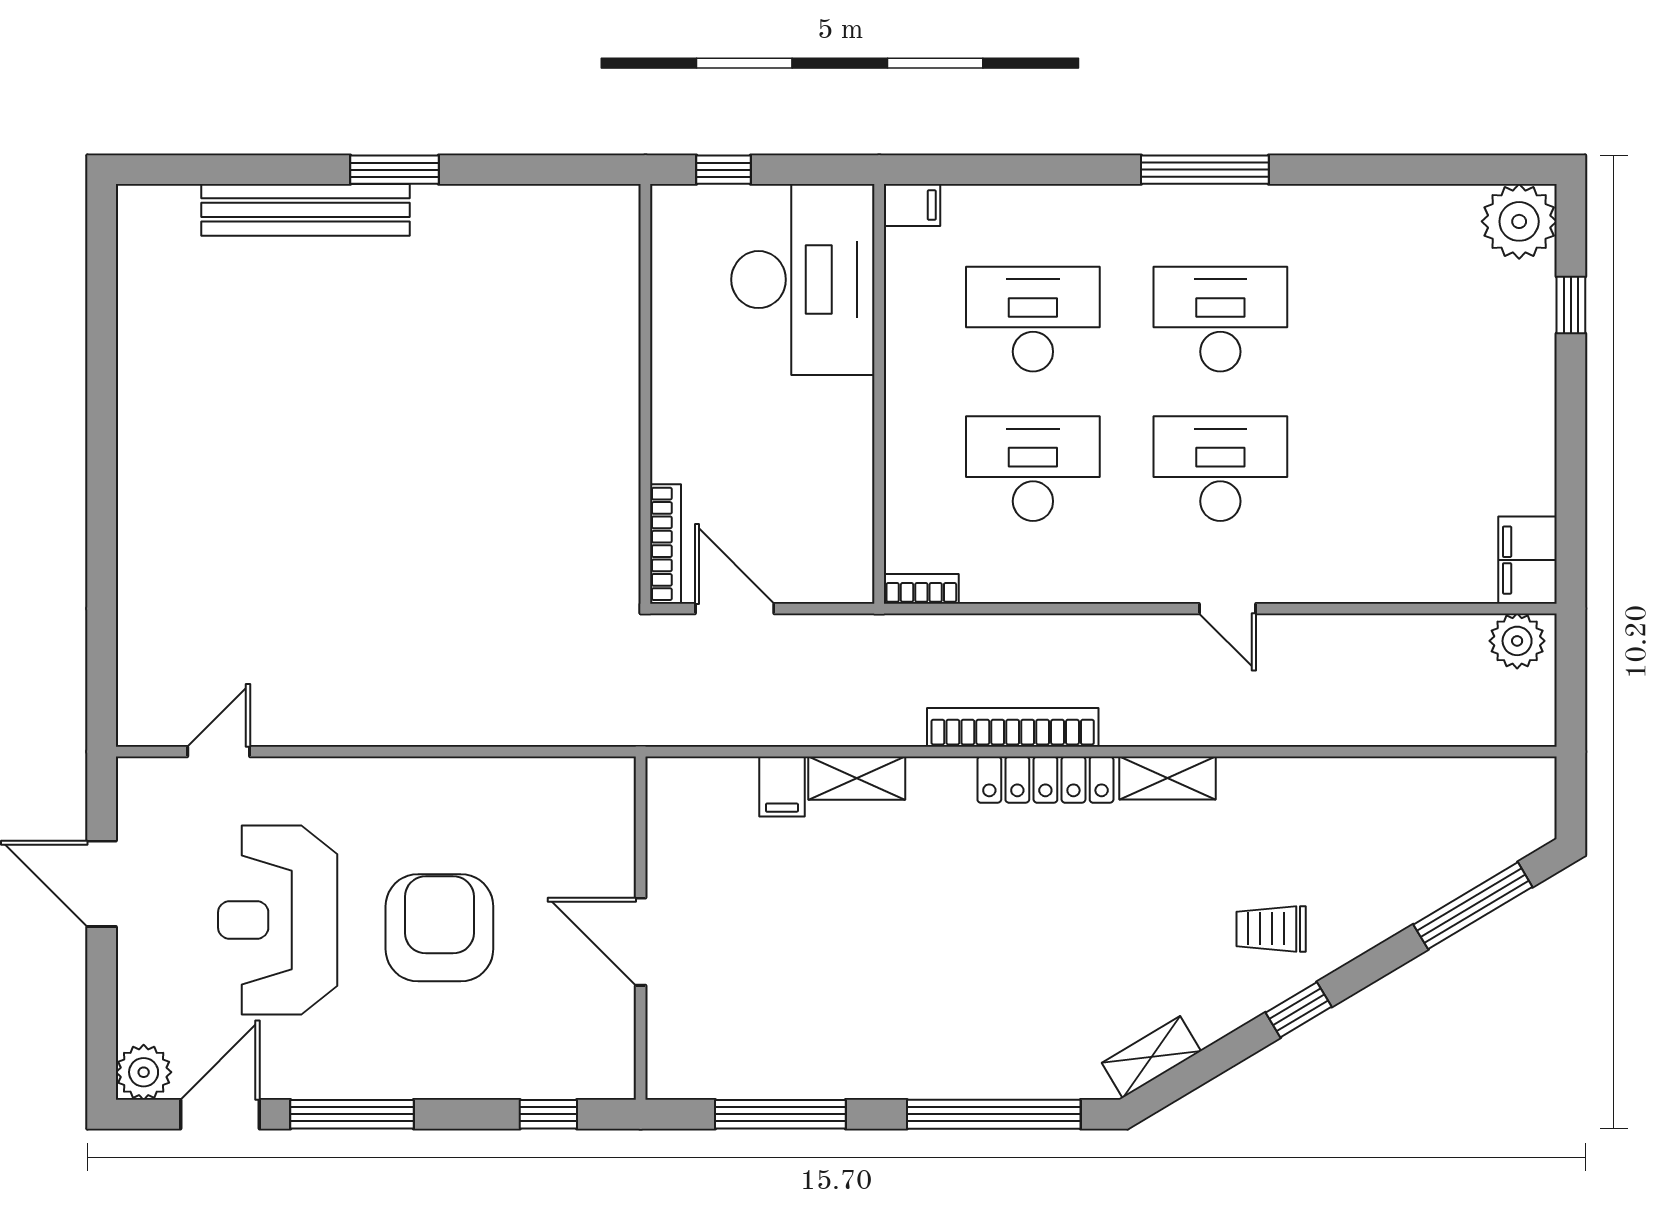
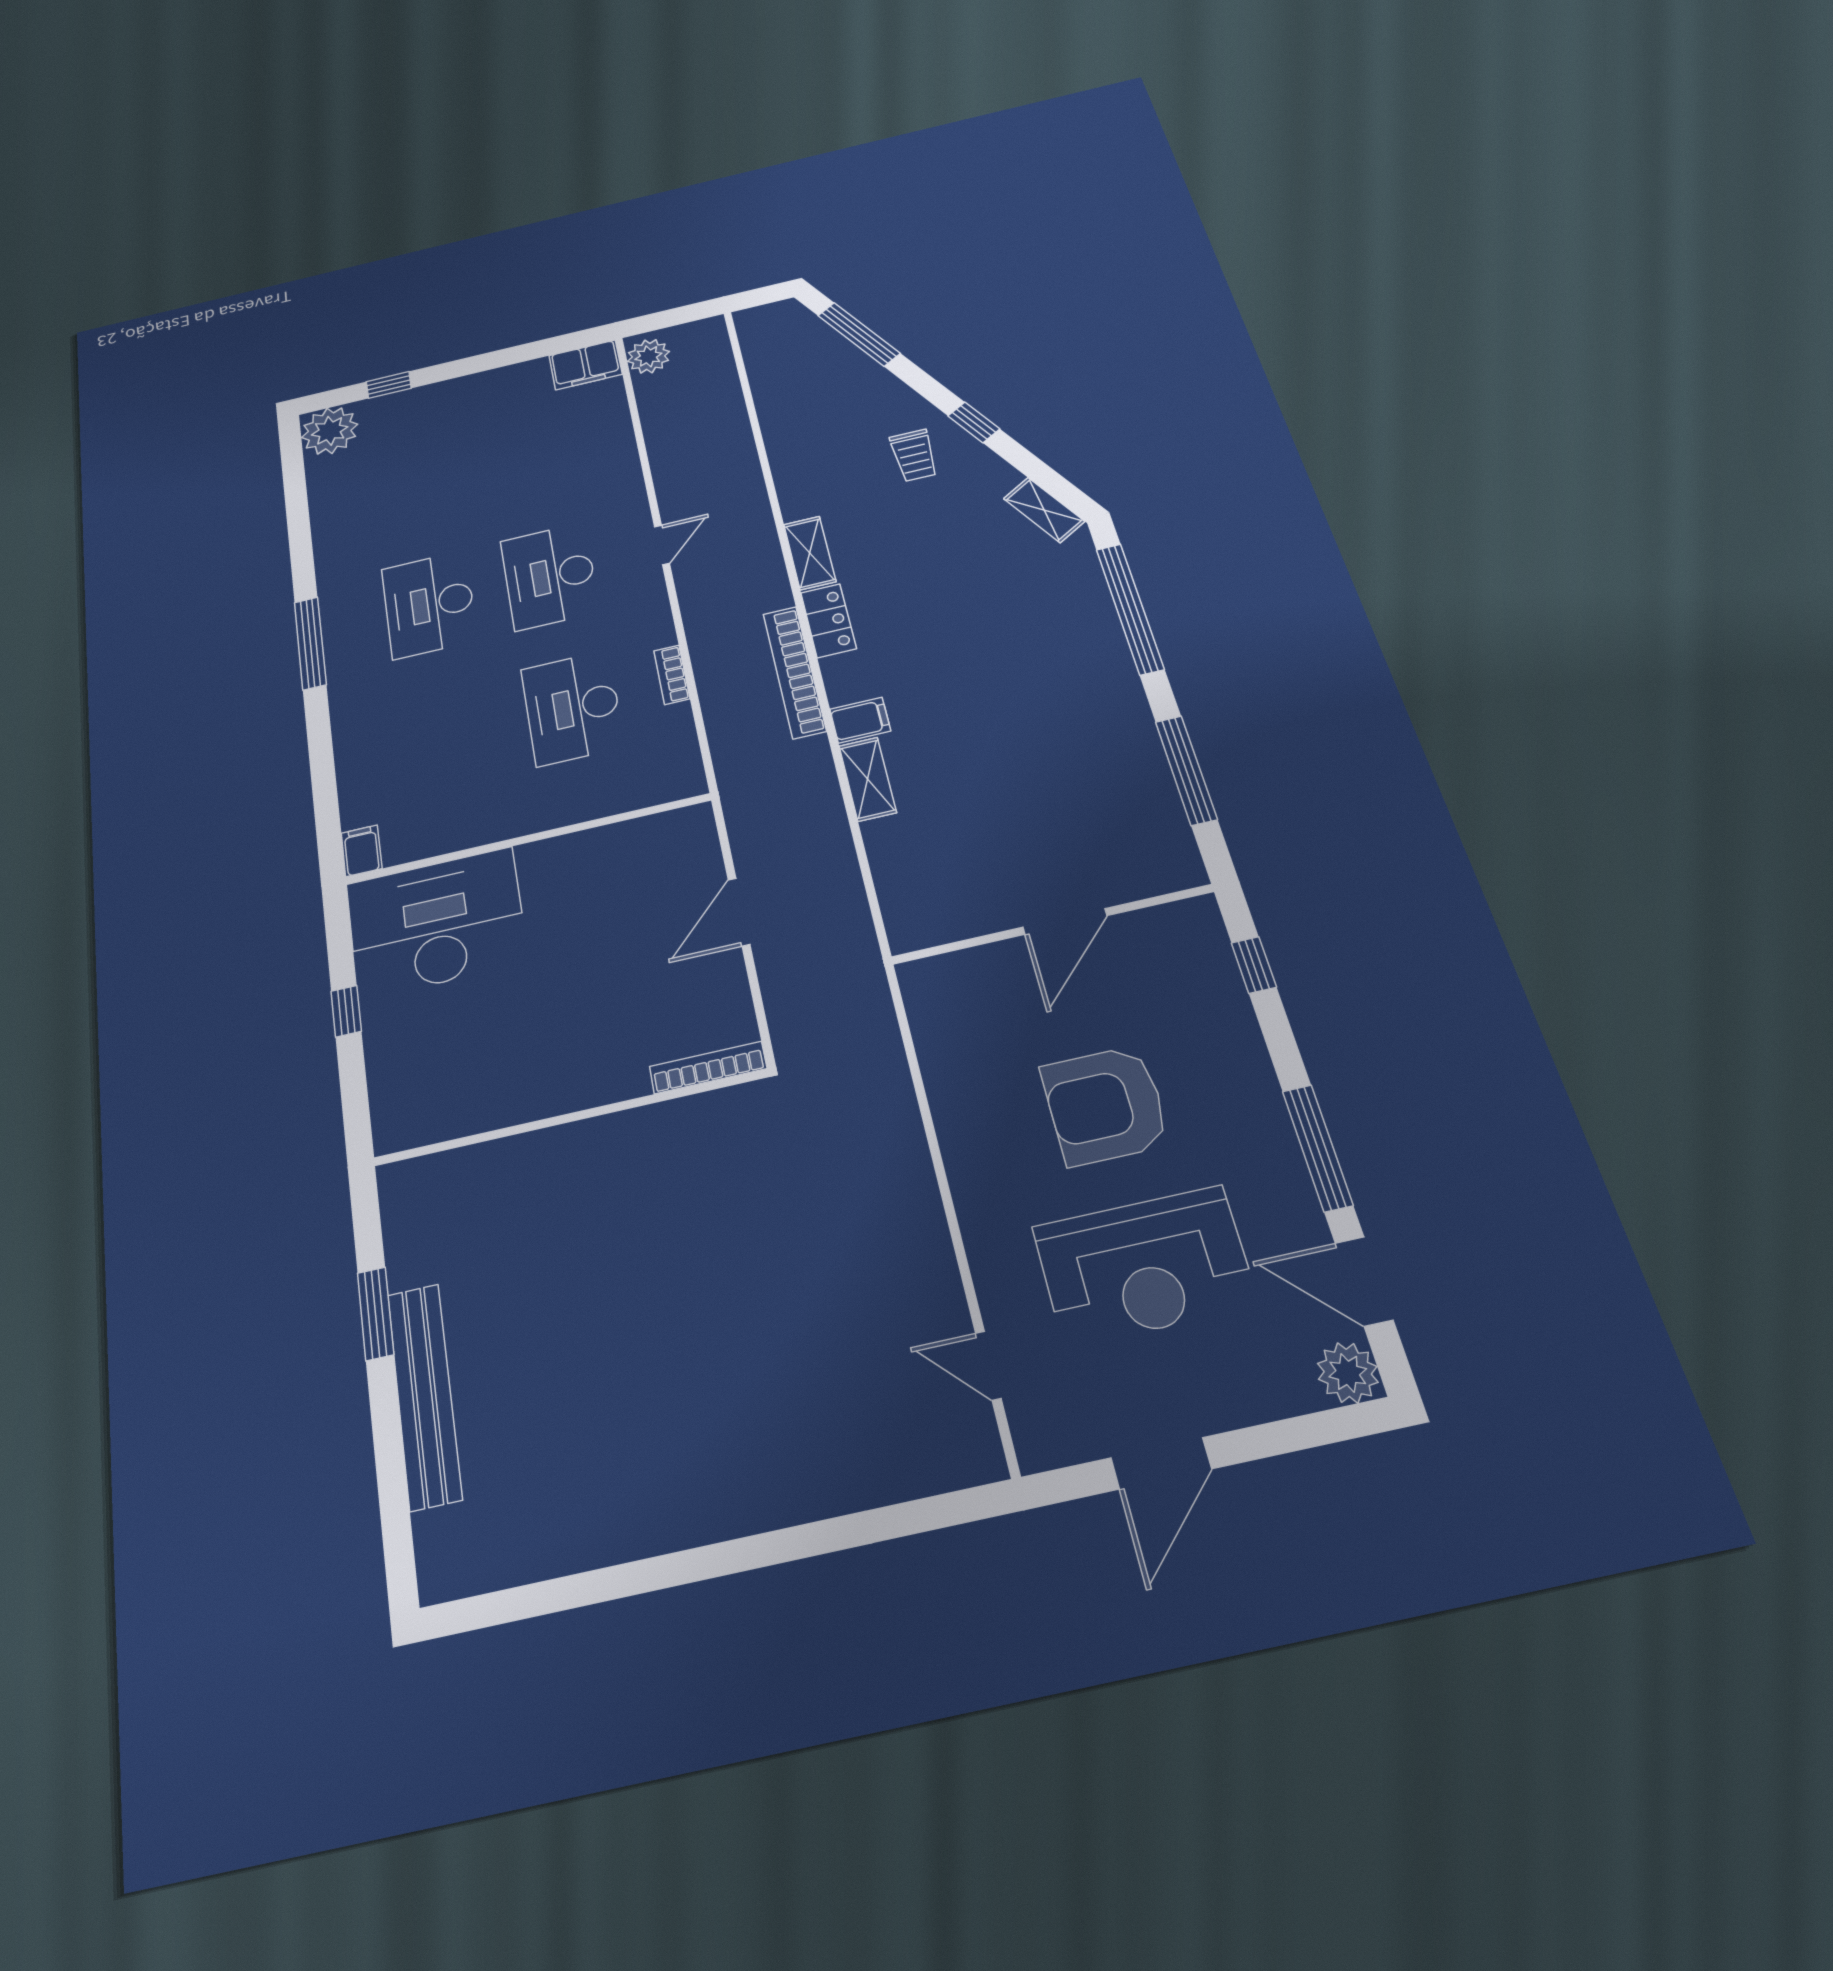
desk: (1033, 319) -> (447, 737), removed
wall: (645, 394) -> (571, 1117), moved
bookcase: (666, 544) -> (708, 1067), moved
bookcase: (921, 589) -> (672, 675), moved
locker: (1045, 780) -> (828, 621), width x0.66
filing cabinet: (782, 787) -> (860, 720), moved

